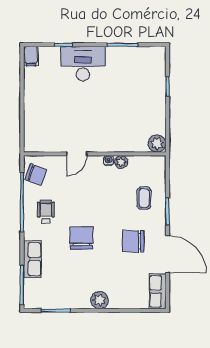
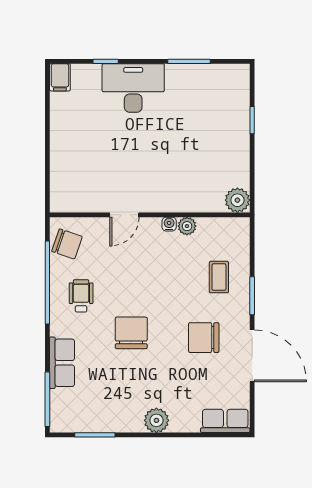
row of seats: (158, 291) -> (225, 421), moved, turned 90

